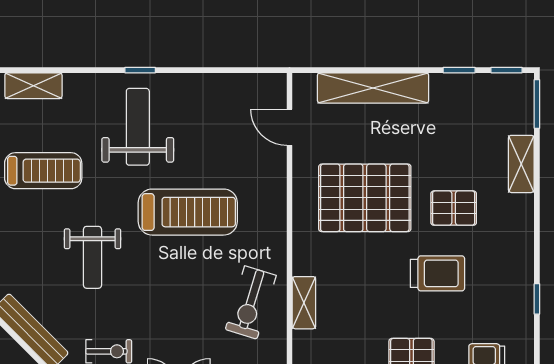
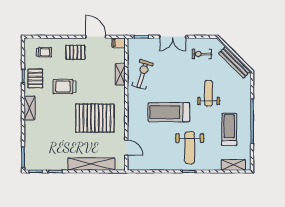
shelving: (521, 164) -> (30, 108), moved
treadmill: (43, 171) -> (229, 129), turned 90
pallet: (454, 208) -> (35, 78), moved, turned 90

